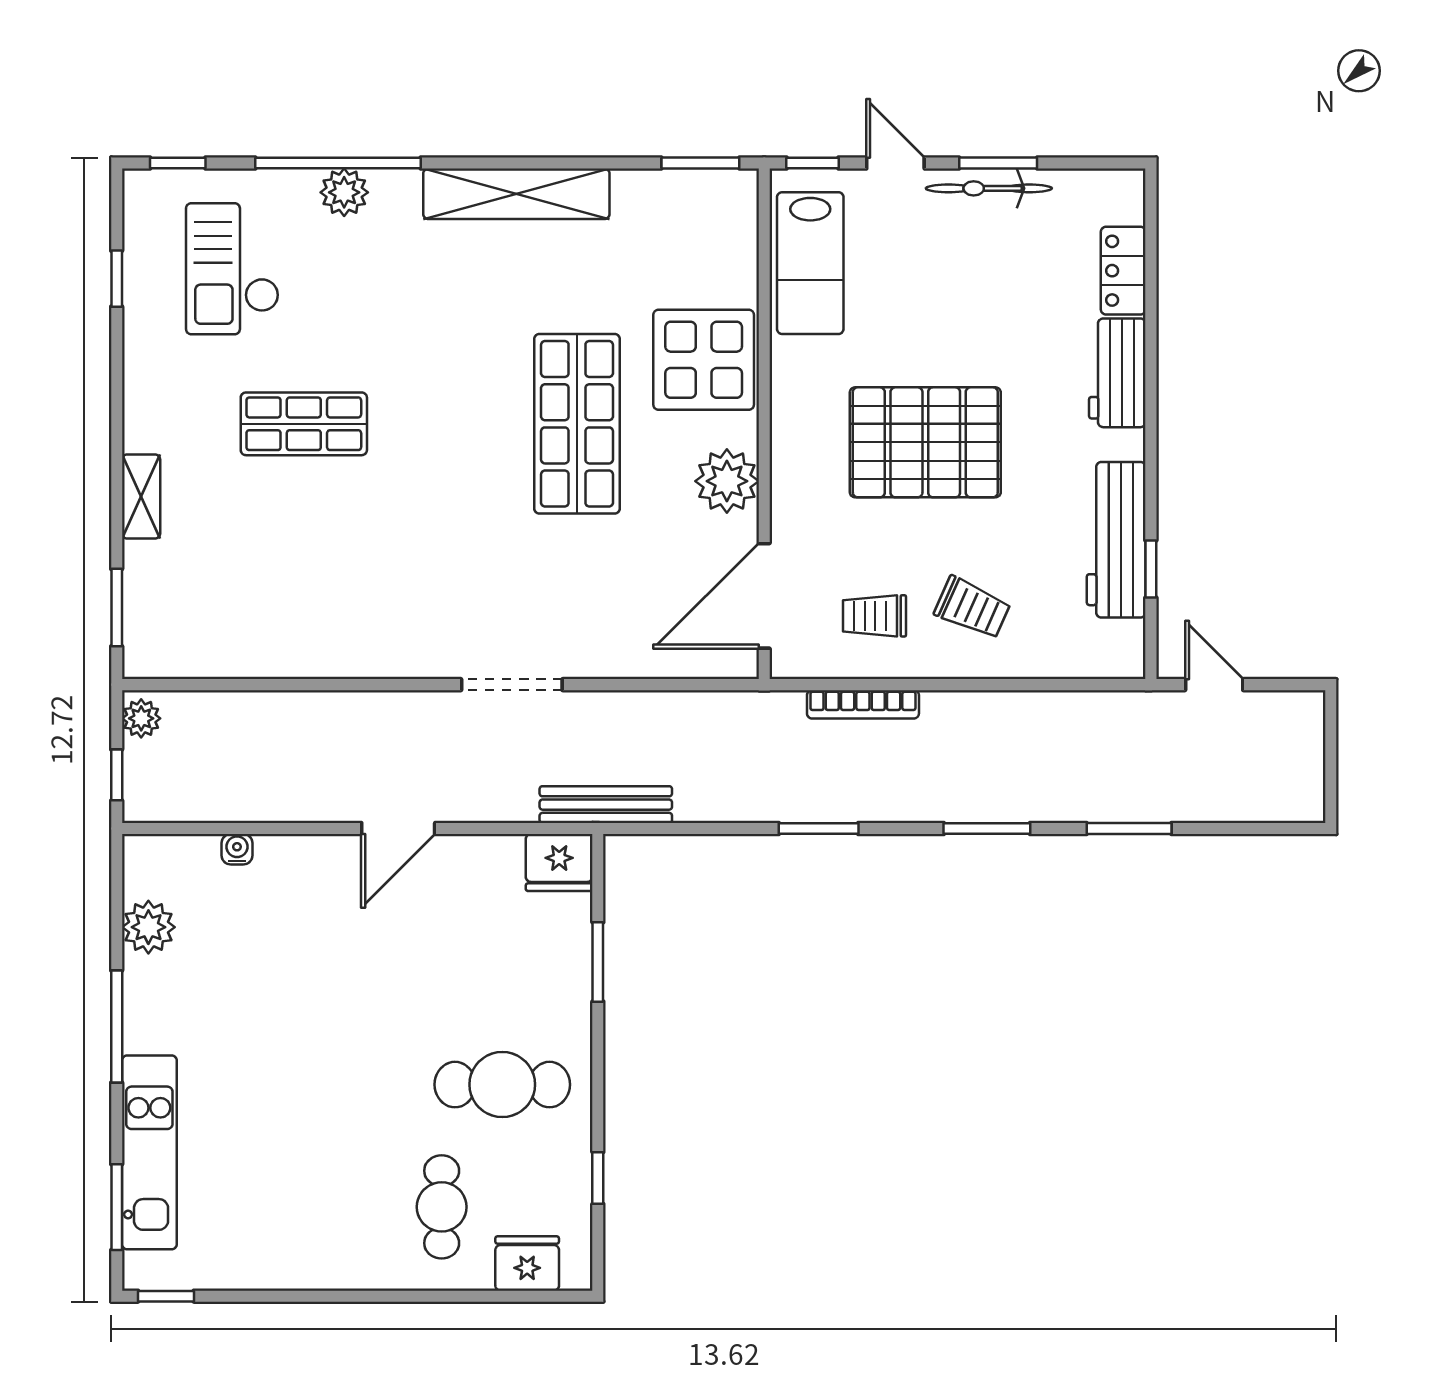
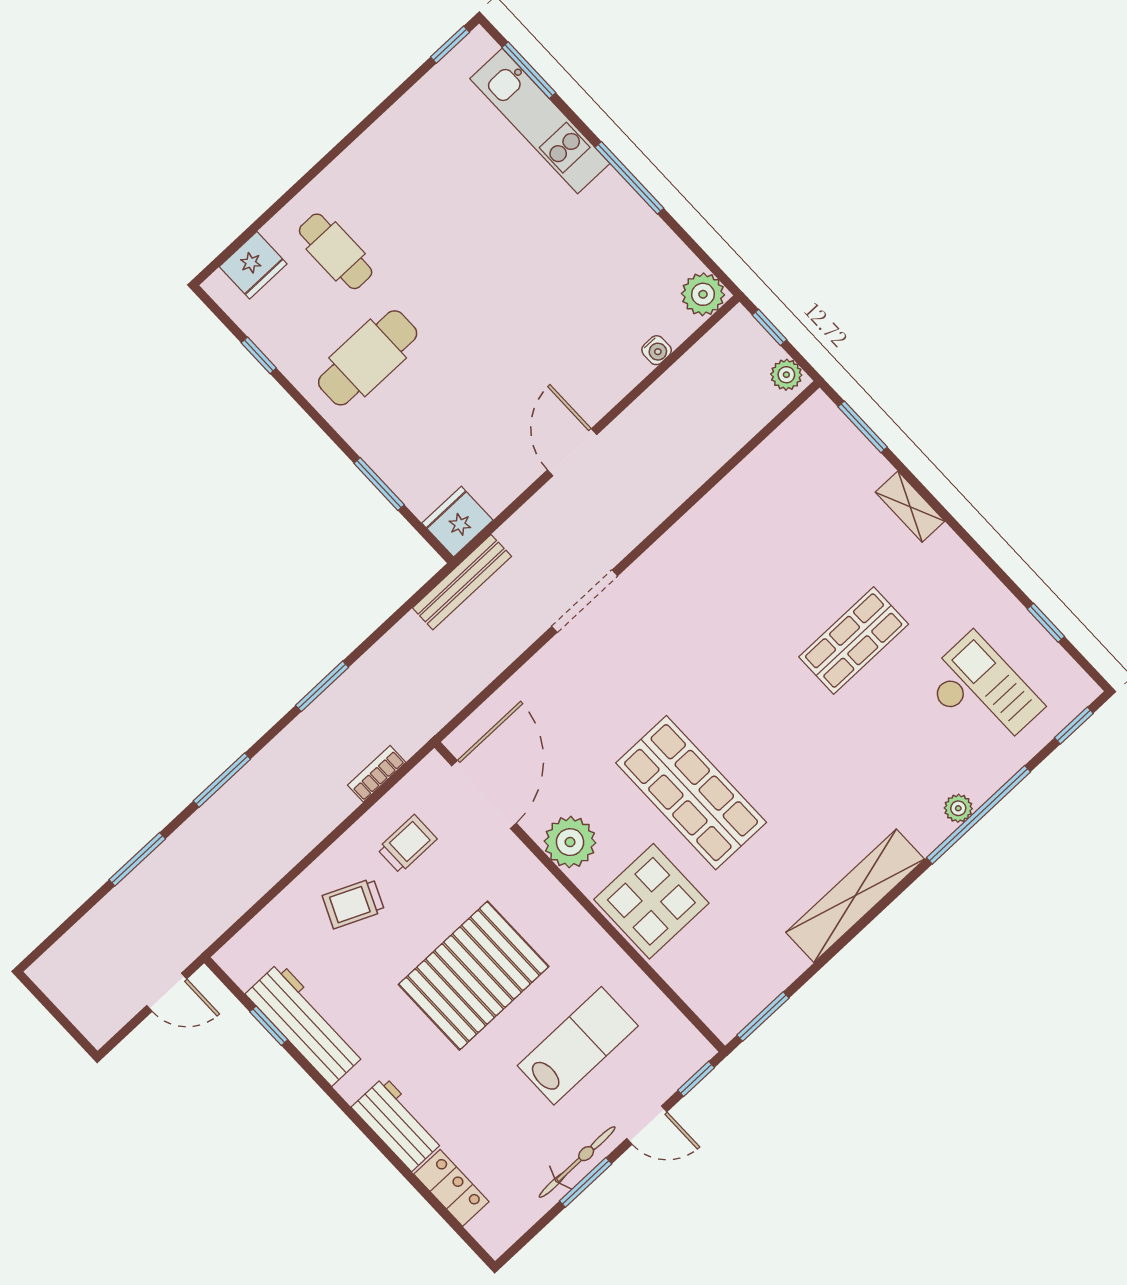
plant: (344, 192) -> (958, 808), width x0.73, depth x0.73
lab bench: (810, 263) -> (578, 1046), moved, turned 90
bookcase: (863, 704) -> (377, 774), width x0.64
plant: (148, 927) -> (703, 294), moved

